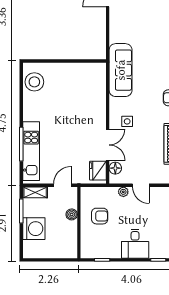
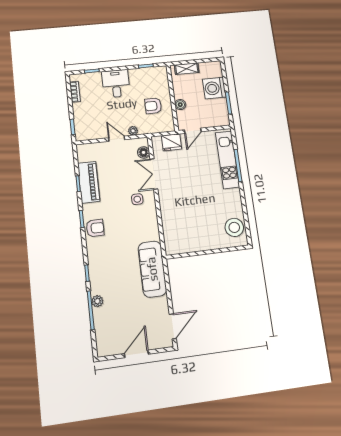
sofa: (121, 70) -> (152, 269), moved
fridge: (98, 171) -> (172, 142), moved, turned 90
shelving: (35, 192) -> (187, 69), moved

